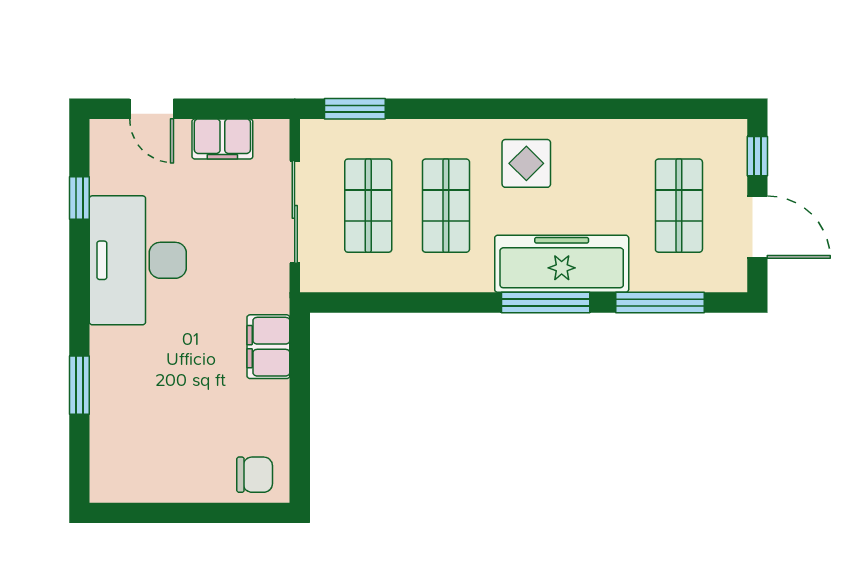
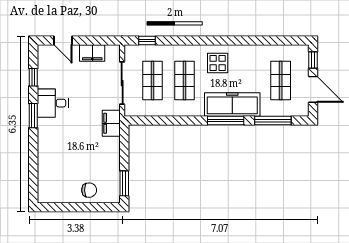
window: (355, 109) -> (147, 40), width x0.67
desk: (138, 260) -> (53, 103), width x0.53, depth x0.77
filing cabinet: (268, 347) -> (111, 123), moved
window: (79, 385) -> (33, 116), moved
window: (300, 455) -> (124, 183), added
chair: (255, 475) -> (89, 190), moved

